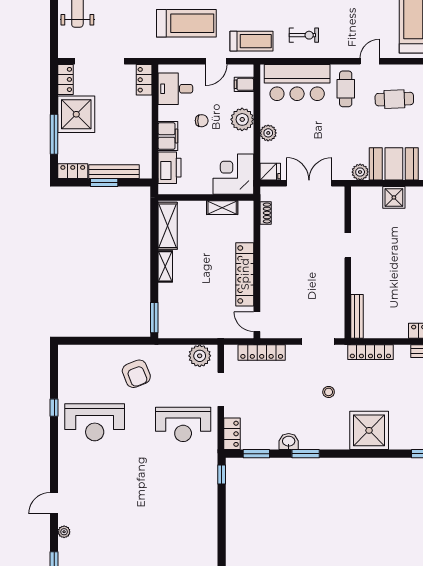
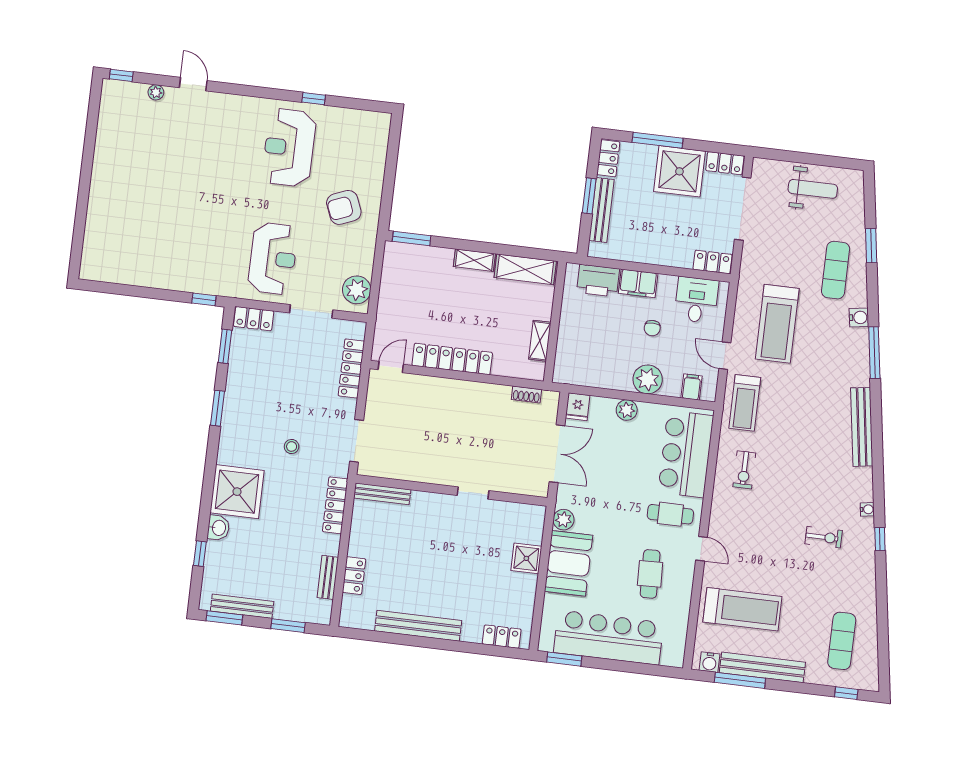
corner desk: (233, 174) -> (580, 360), removed
reception desk: (183, 424) -> (273, 259), turned 180
washbasin: (289, 442) -> (218, 528), moved

